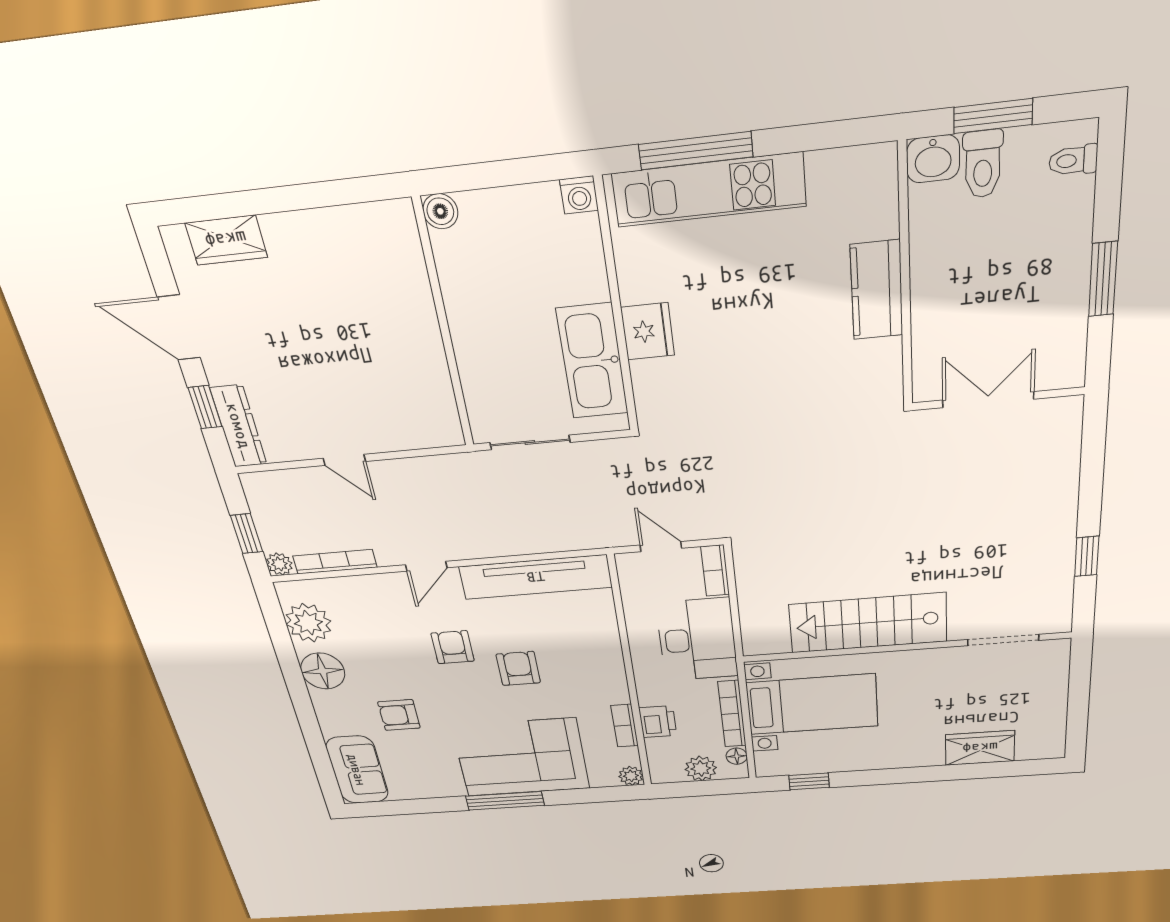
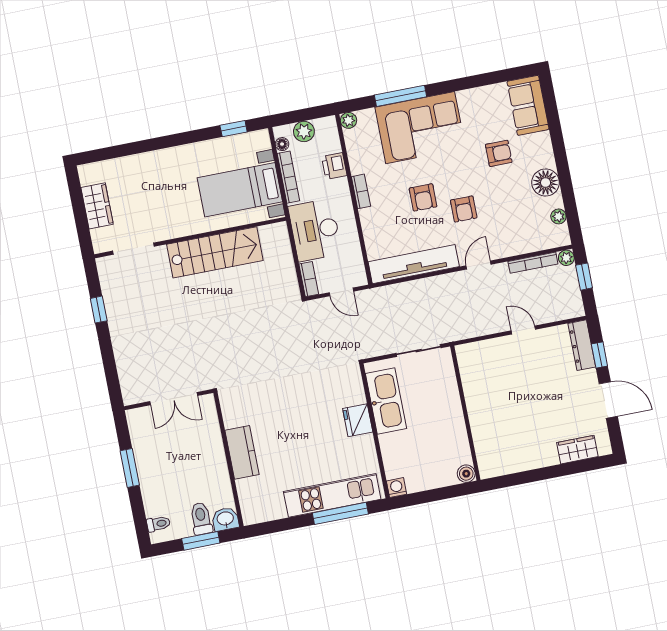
plant: (308, 623) -> (558, 216), width x0.53, depth x0.53
bookcase: (625, 726) -> (361, 191), moved
wardrobe: (980, 748) -> (97, 206), moved, turned -90
window: (505, 801) -> (400, 96), moved

